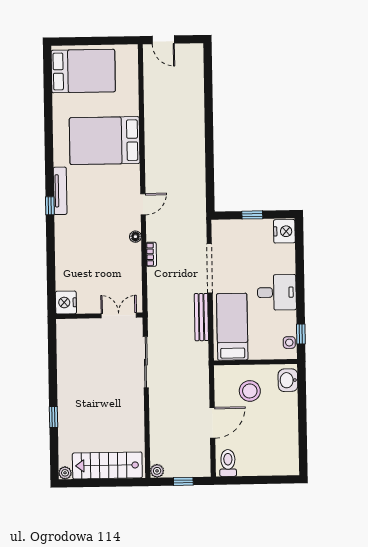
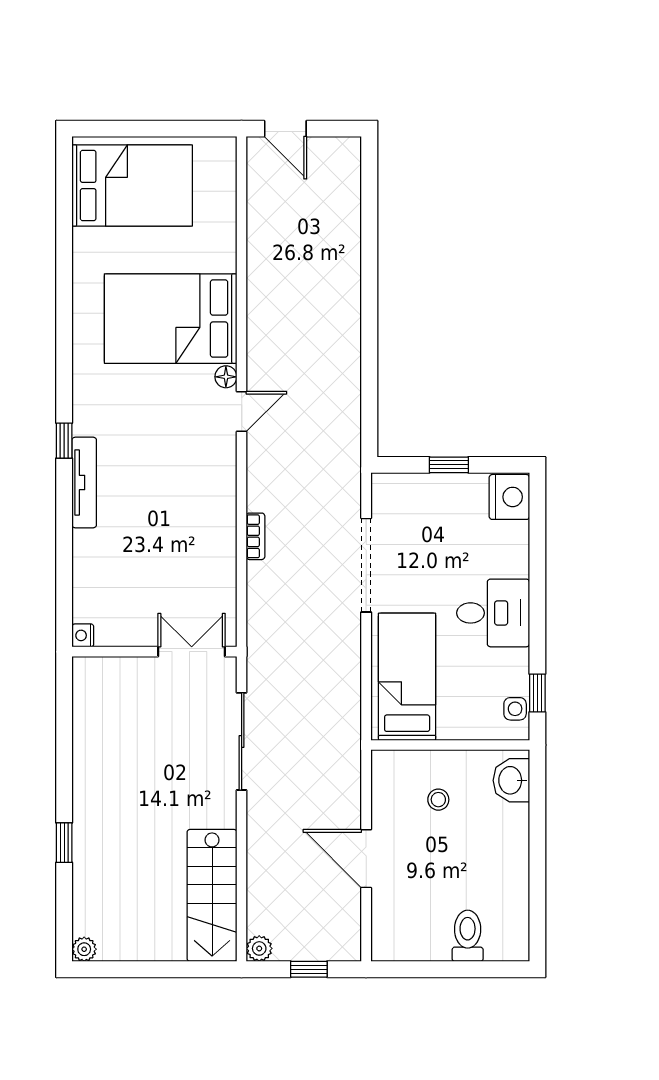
tv unit: (60, 191) -> (84, 482), moved
door: (143, 204) -> (242, 411), moved
floor lamp: (135, 237) -> (226, 377), moved
nightstand: (66, 302) -> (83, 635), width x0.53, depth x0.56
bench: (201, 317) -> (349, 657), removed
stool: (250, 391) -> (438, 800), width x0.53, depth x0.53
door: (212, 423) -> (366, 859), swing flipped
toilet: (228, 463) -> (468, 936), moved
stairs: (107, 465) -> (212, 895), moved, turned -90

